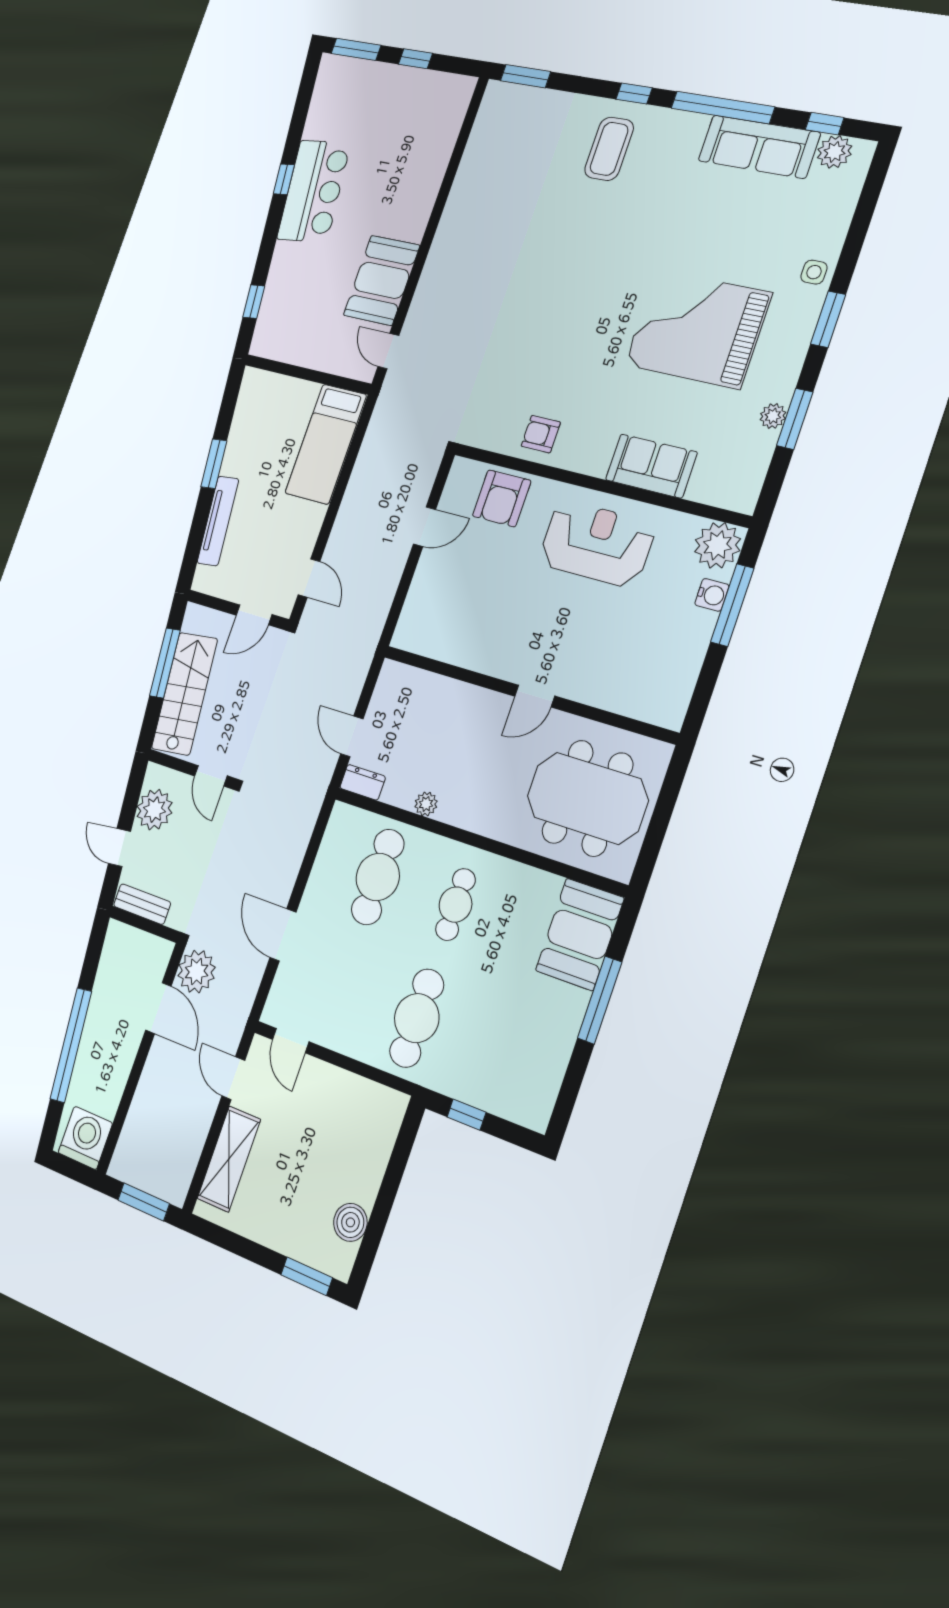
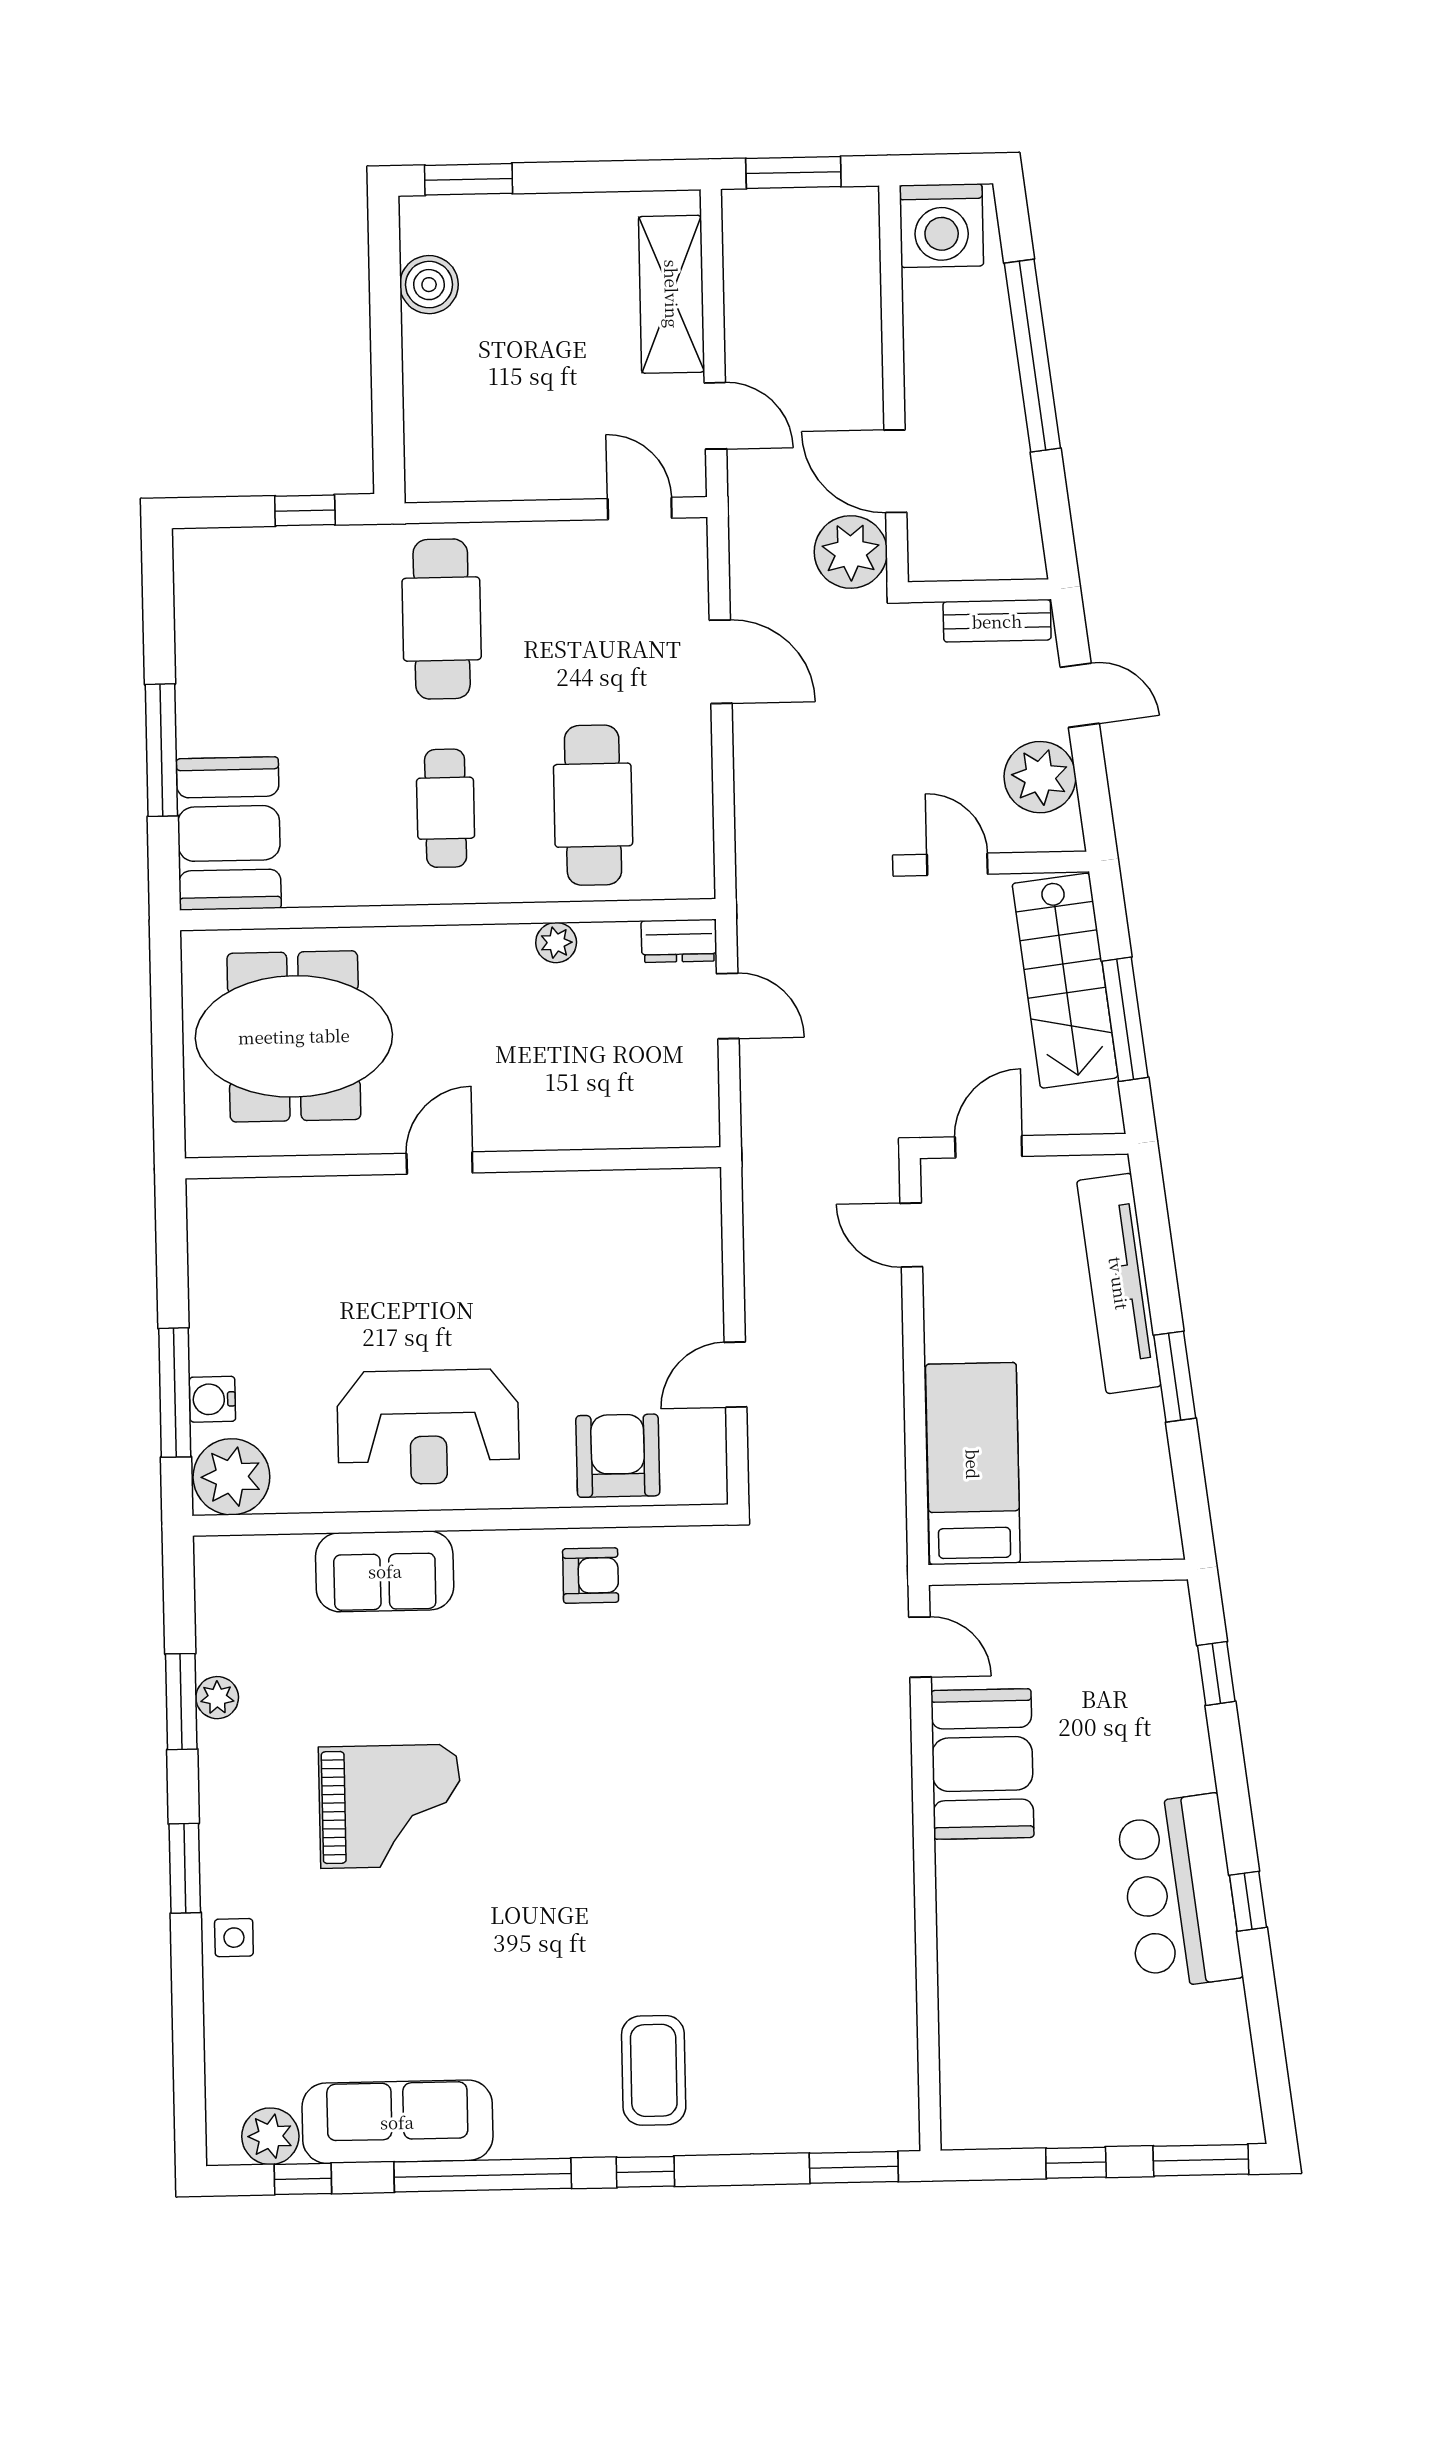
grand piano: (698, 329) -> (390, 1806), width x0.73, depth x0.68
tv unit: (218, 521) -> (1119, 1283), width x1.36, depth x1.29

